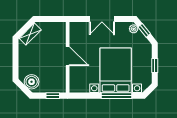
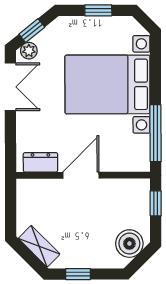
double door: (102, 19) -> (10, 87), moved
dresser: (75, 35) -> (40, 162), added
window: (15, 55) -> (78, 274), added
window: (117, 96) -> (155, 133), moved

